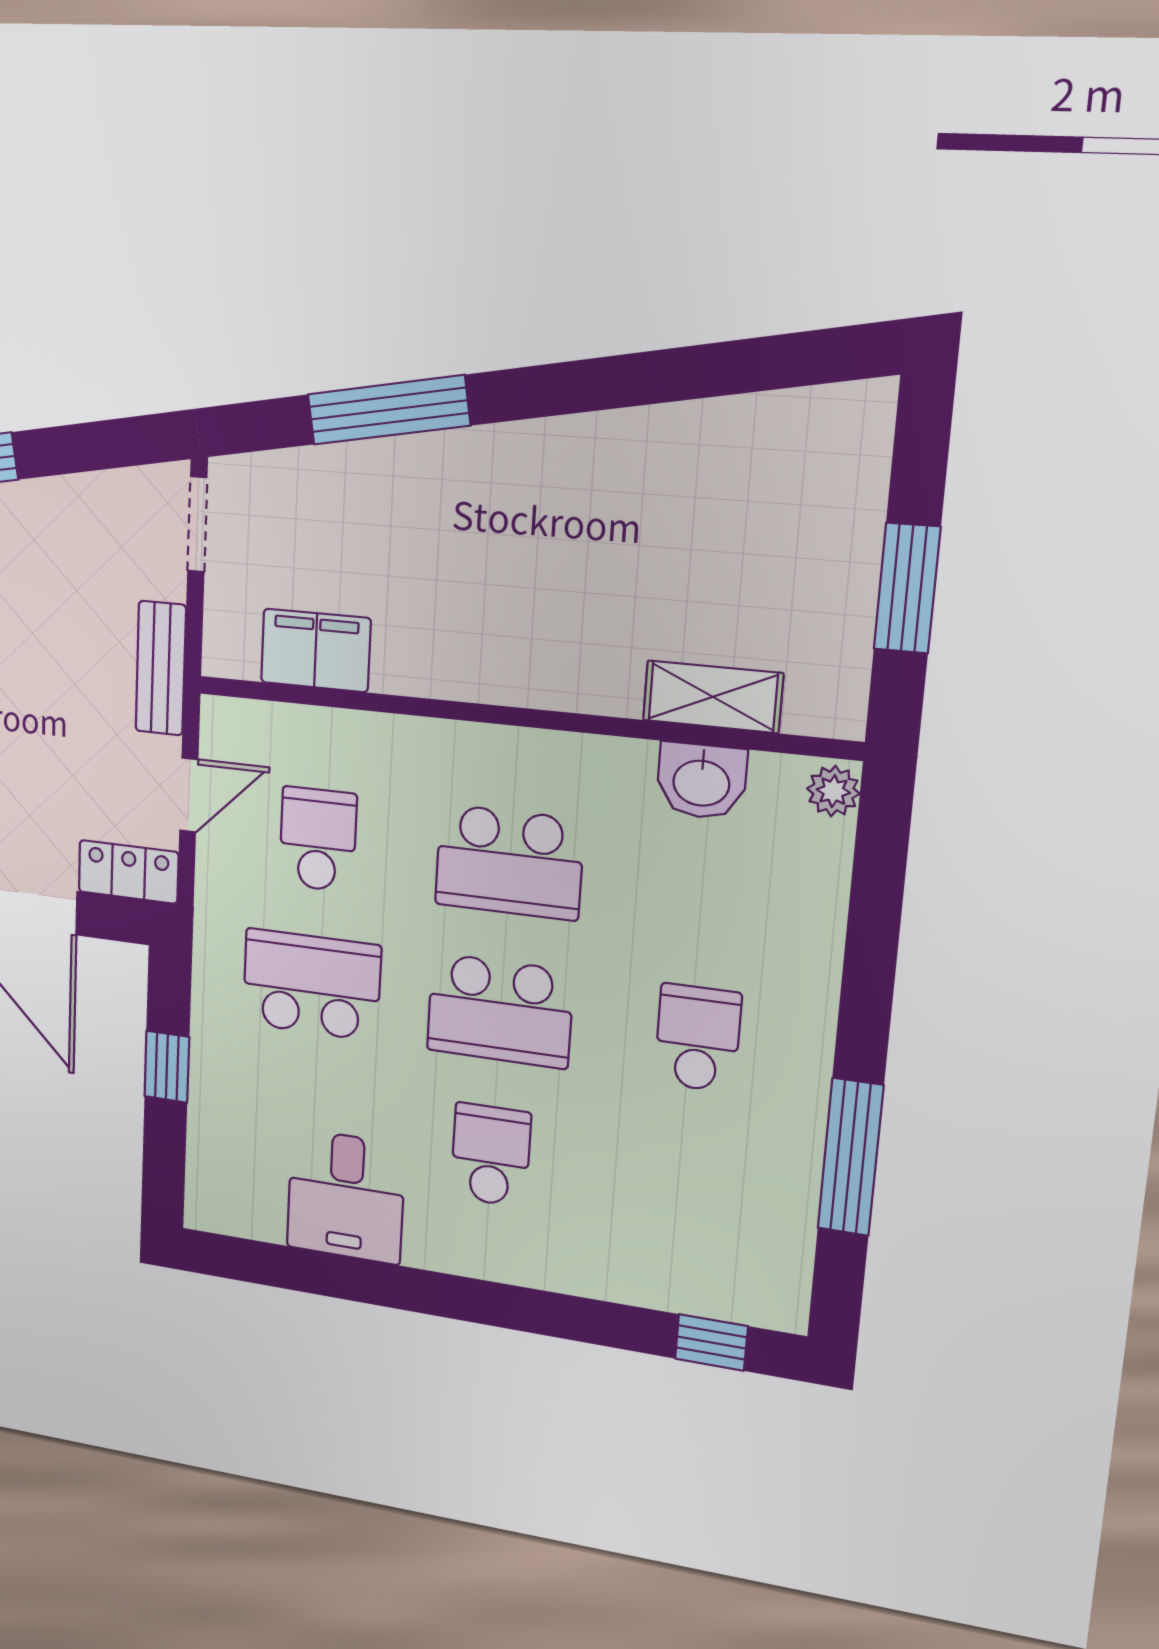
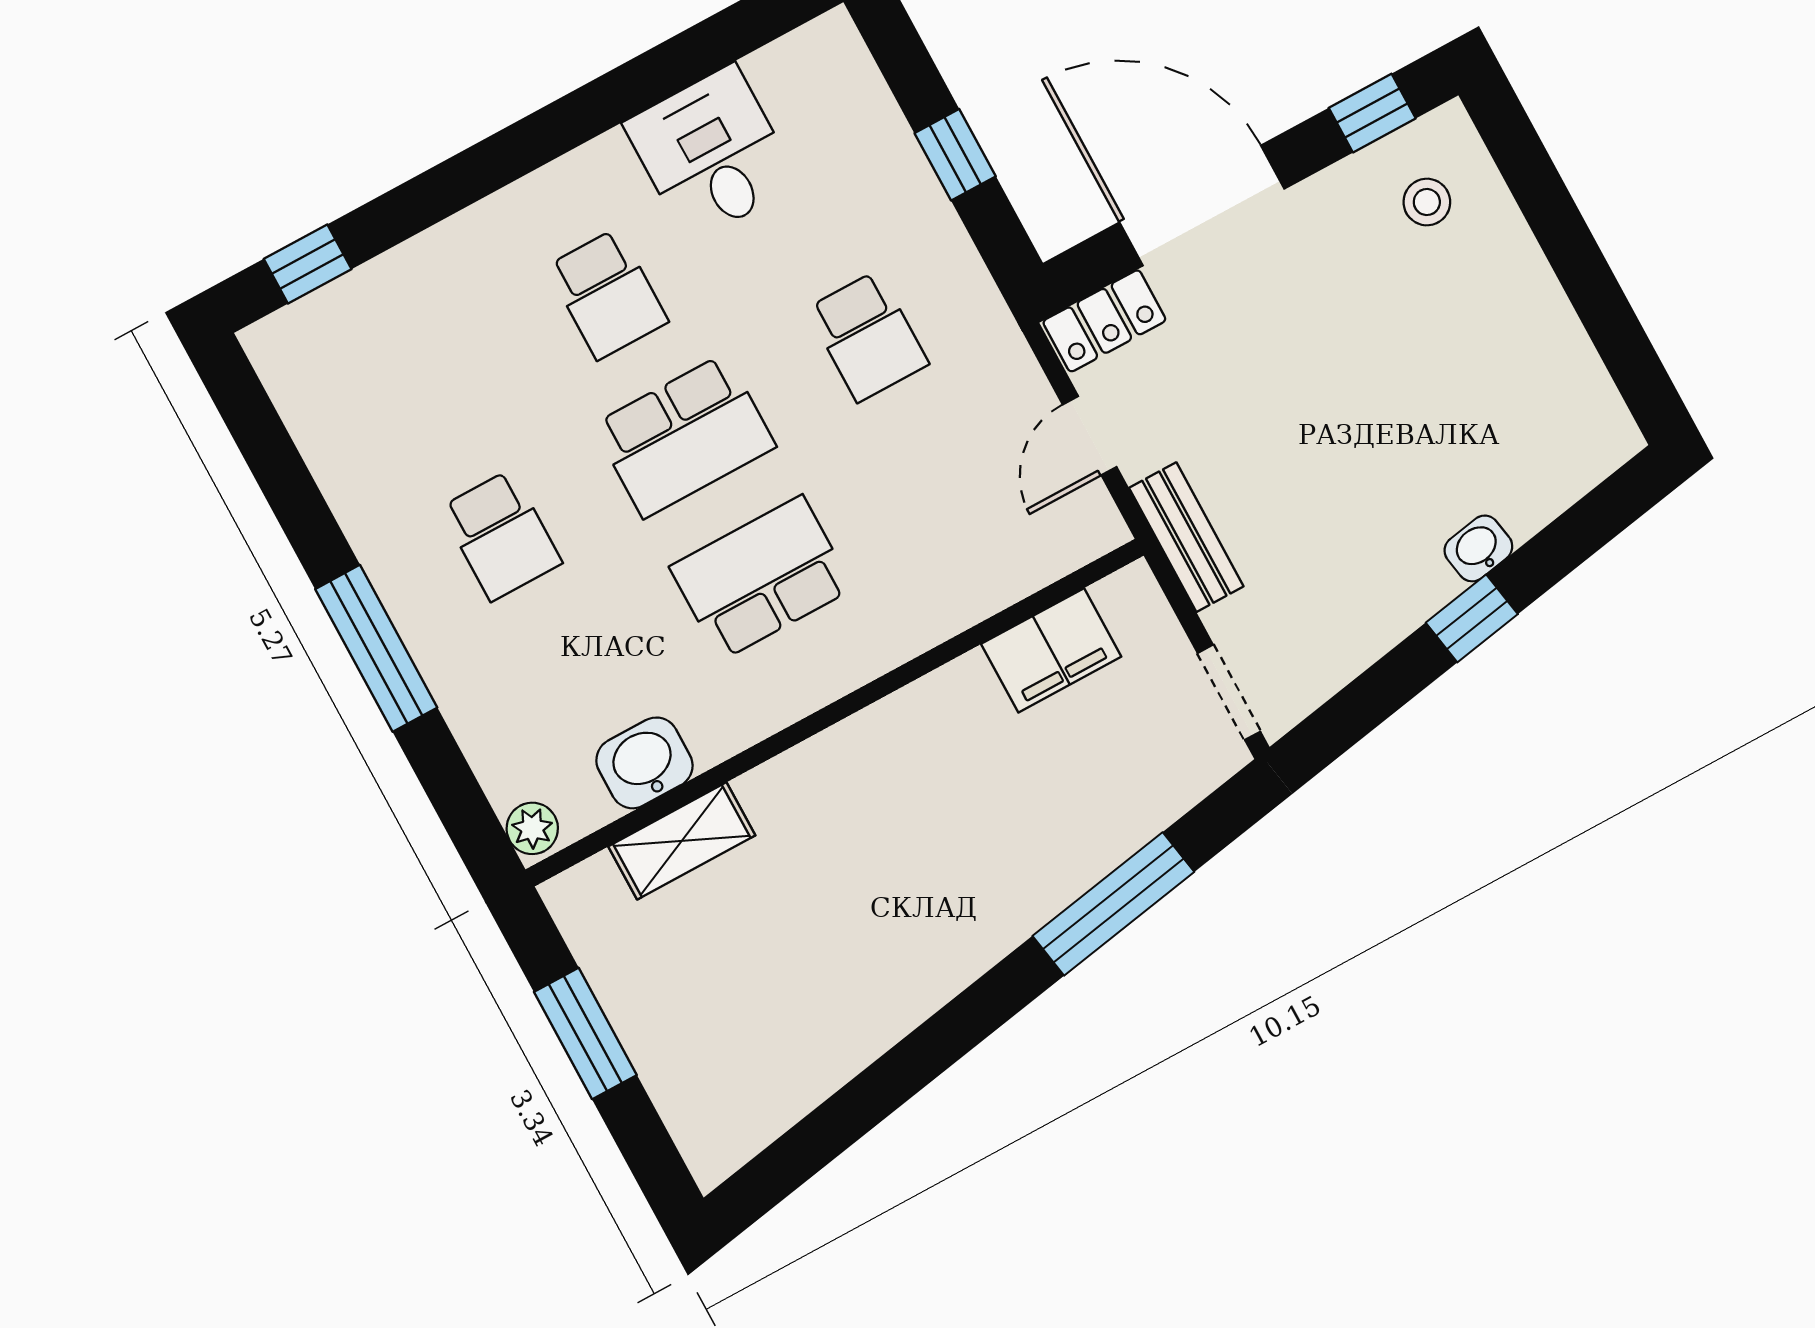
school desk: (318, 839) -> (945, 478), removed
school desk: (311, 985) -> (868, 336), width x0.54
school desk: (500, 1011) -> (684, 436), turned 180
window: (851, 1157) -> (376, 648), moved

